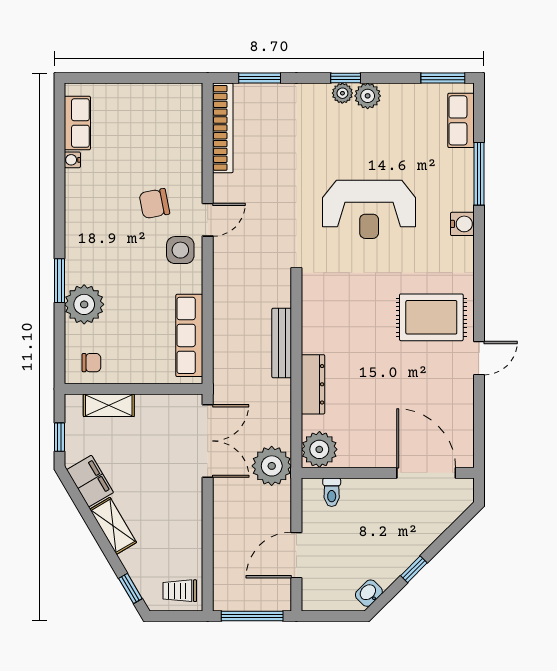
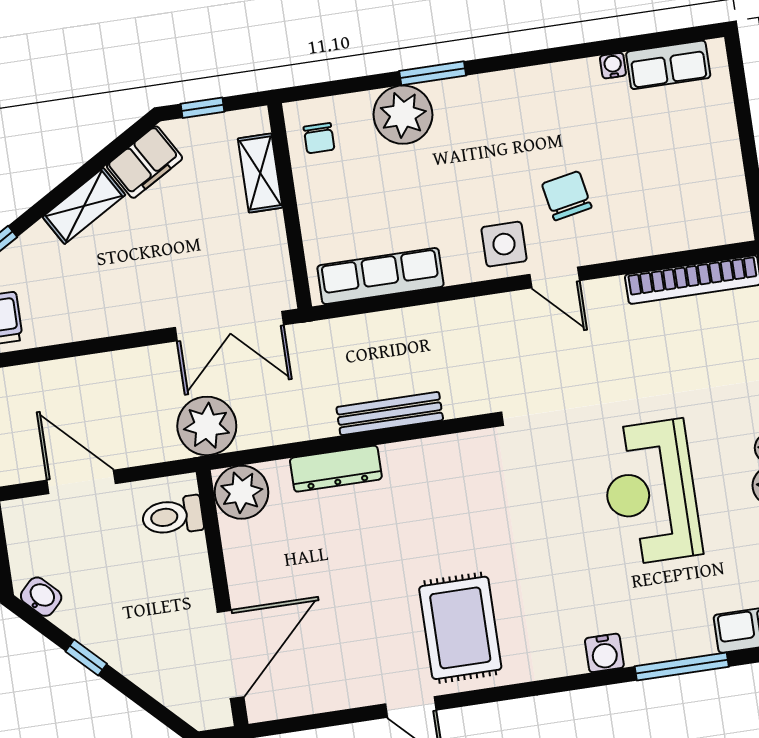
reception desk: (369, 209) -> (650, 492), moved
toilet: (332, 492) -> (173, 516), width x1.37, depth x1.39

